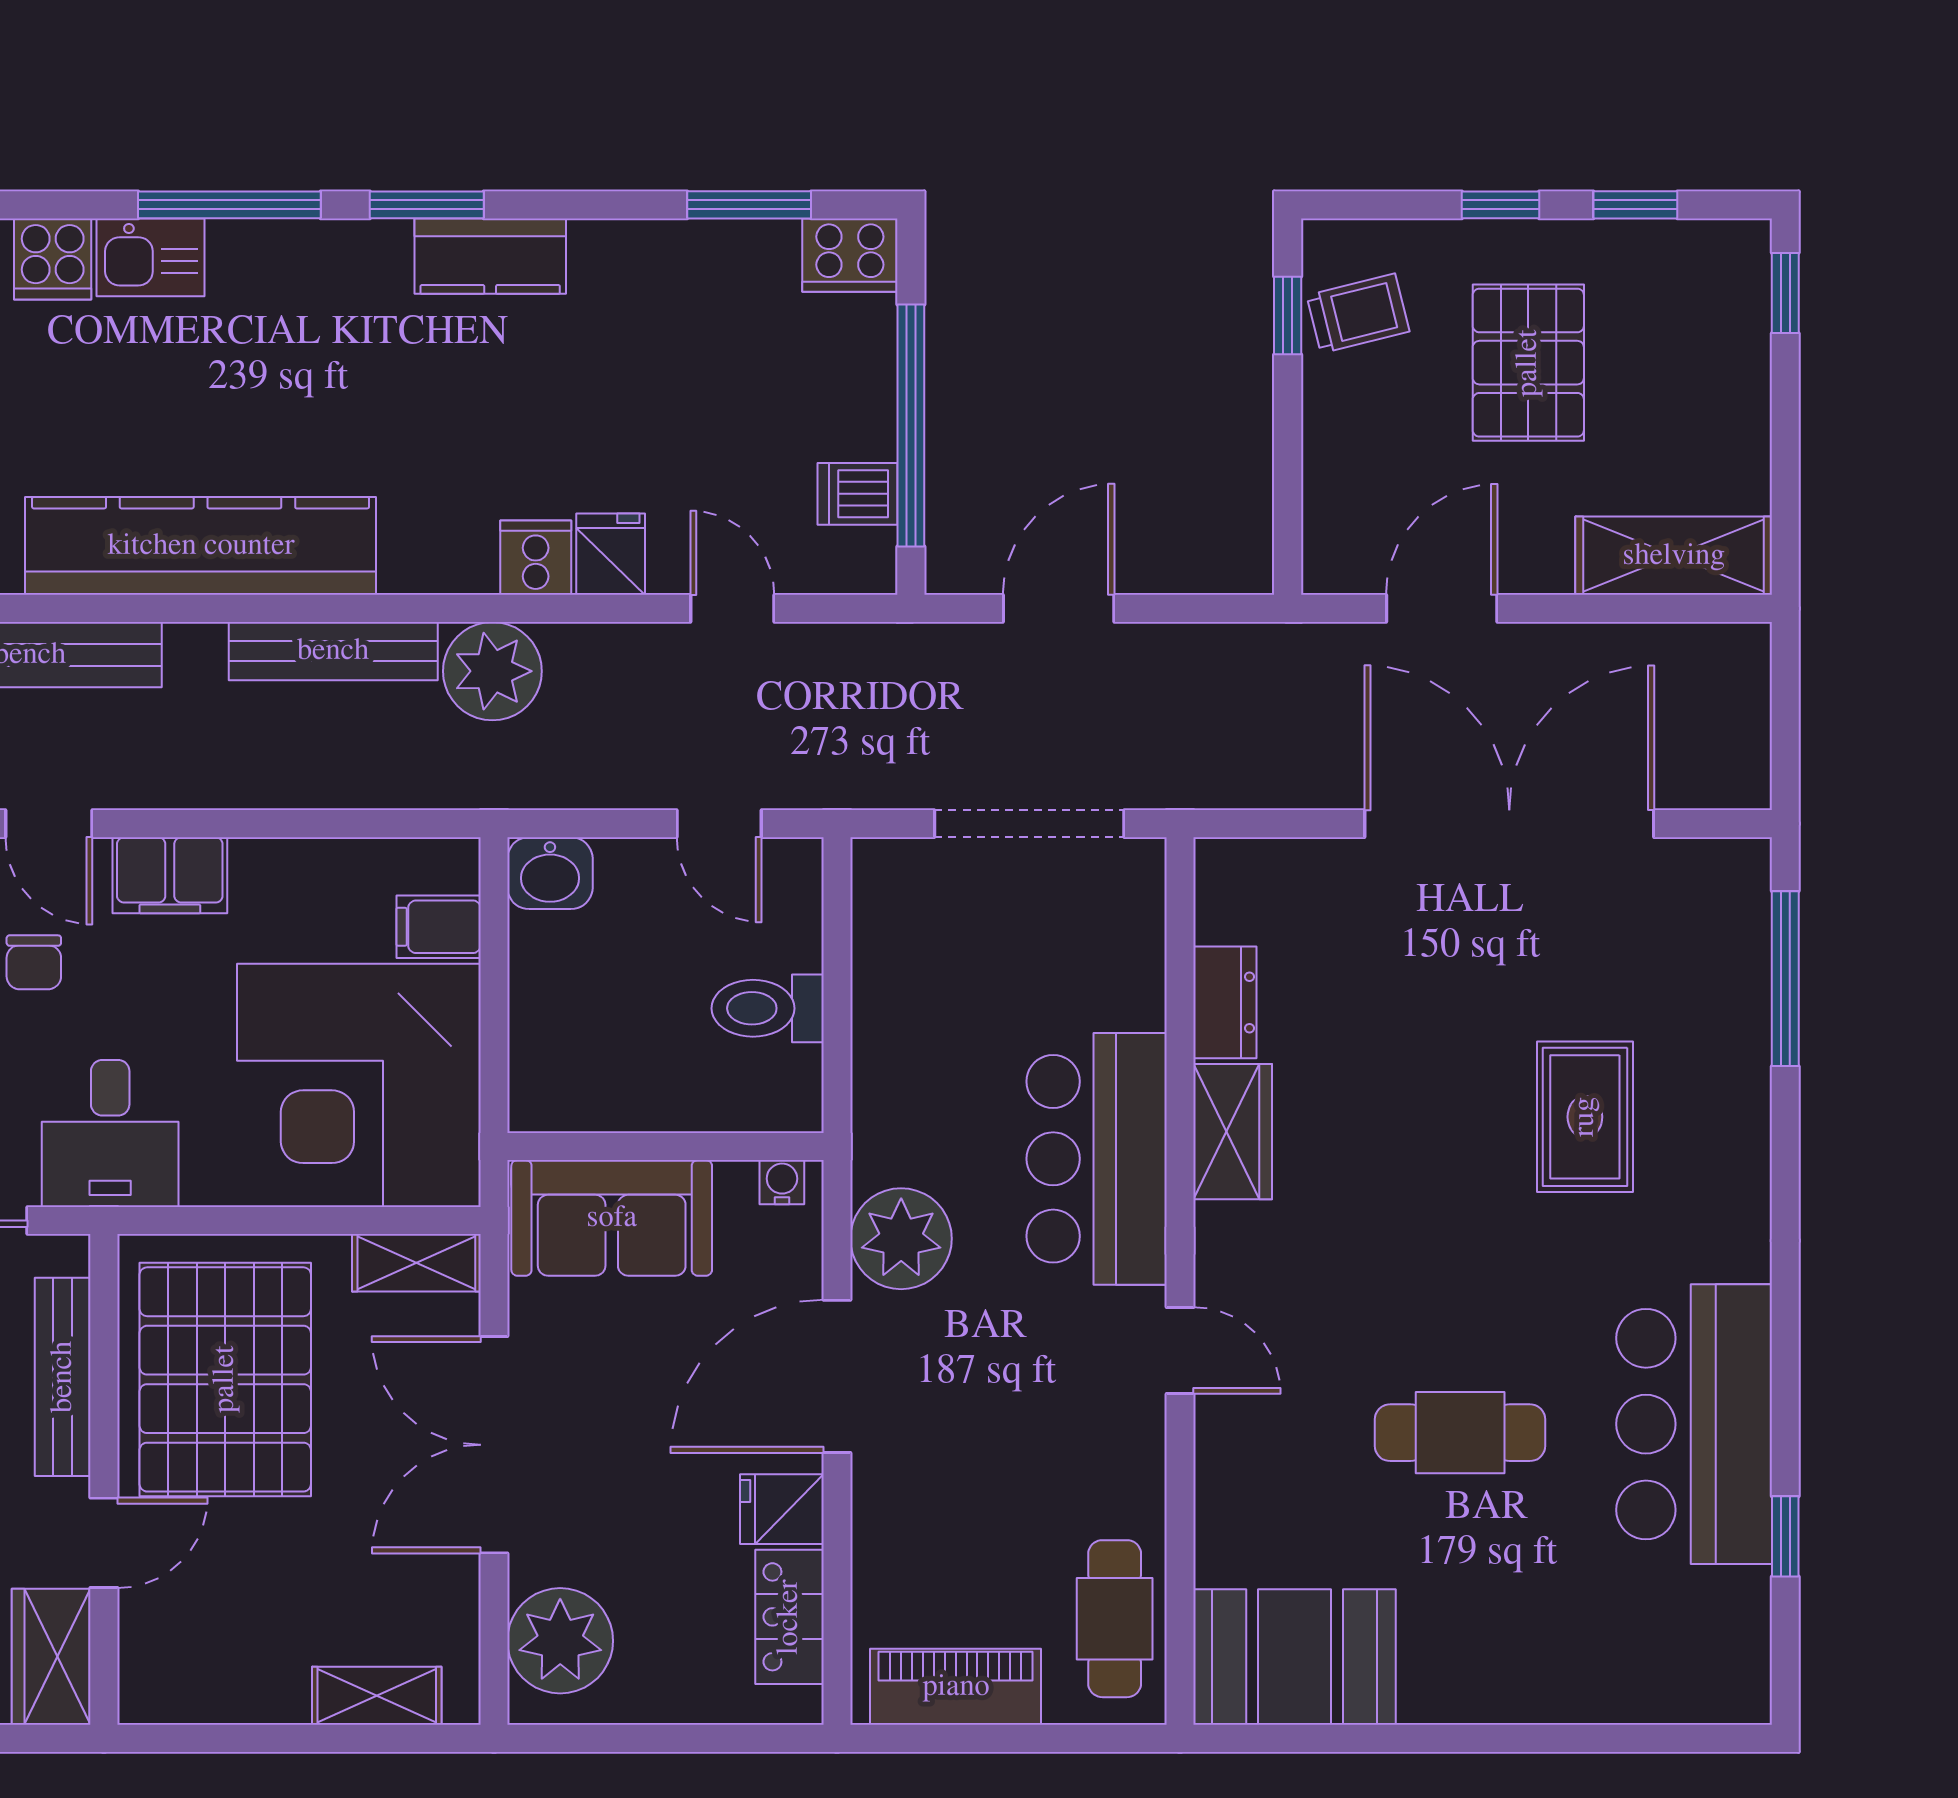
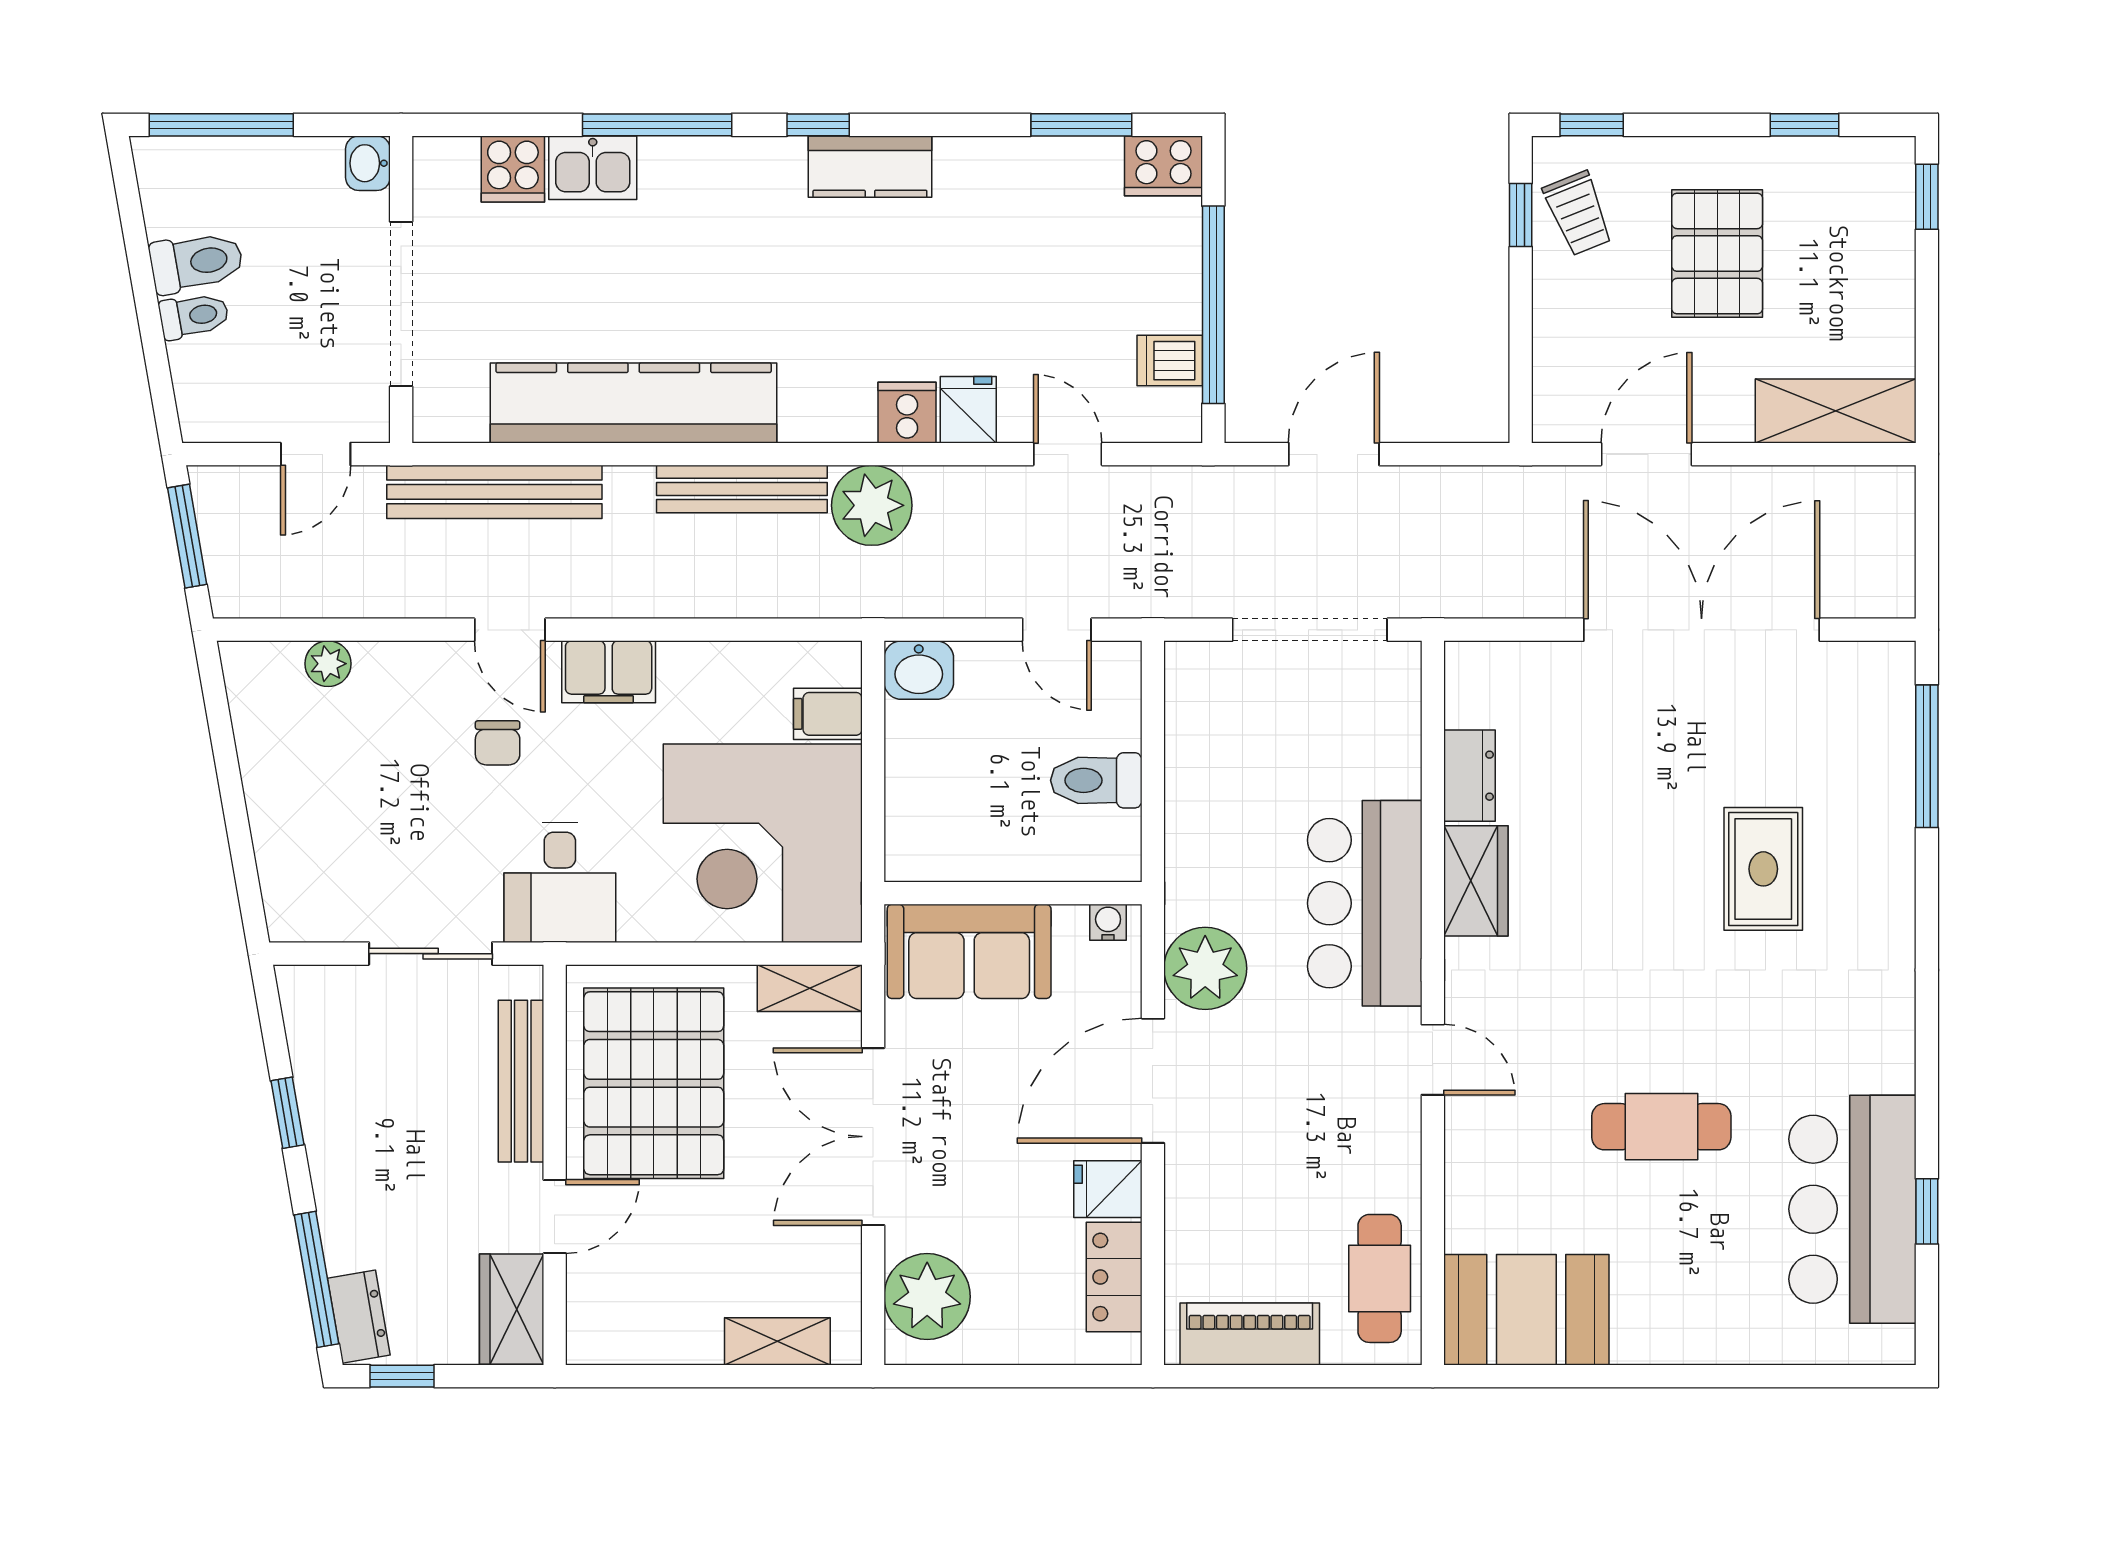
window: (427, 205) -> (818, 125), width x0.67
window: (1500, 205) -> (1592, 125), moved
trolley: (1358, 313) -> (1578, 213), turned 82
bar counter: (1694, 1424) -> (1852, 1209), moved

